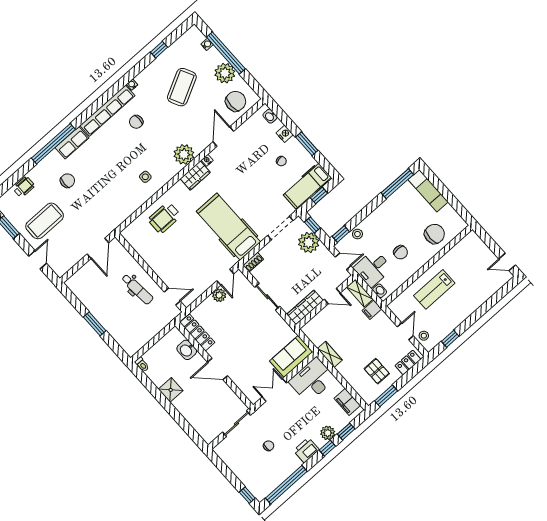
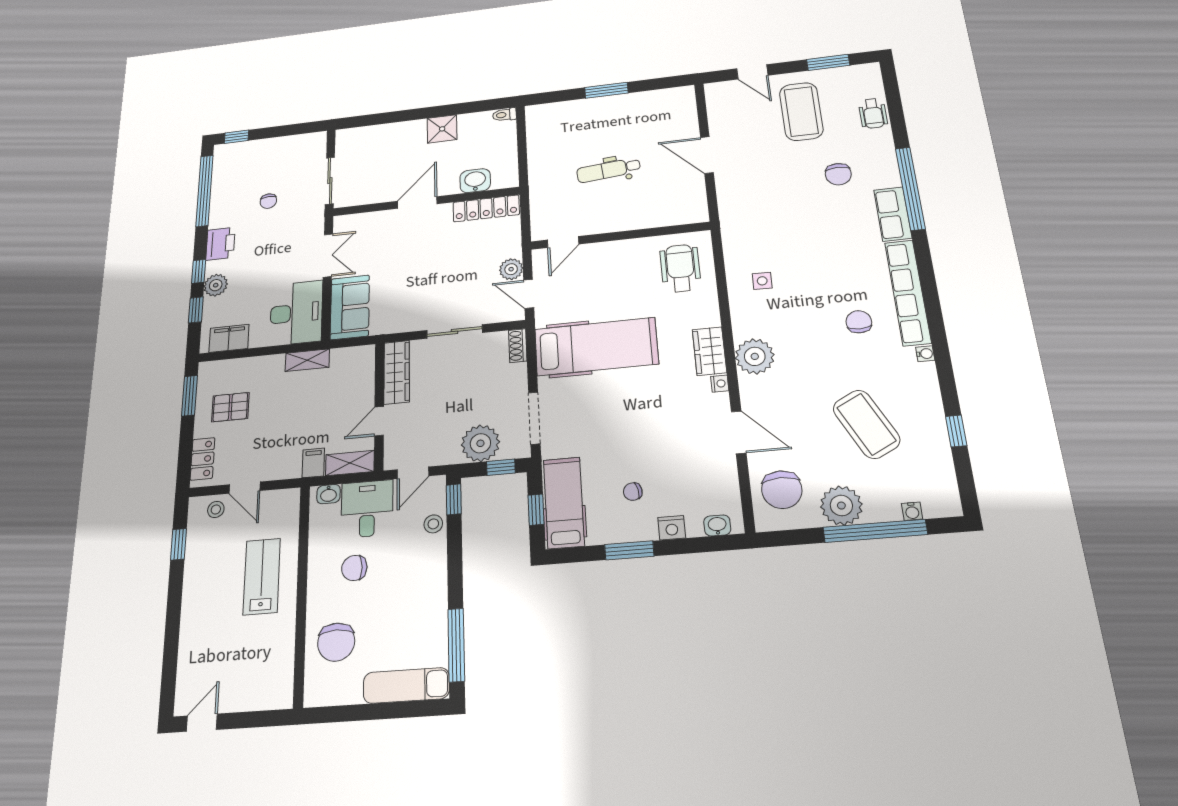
wall: (151, 272) -> (620, 236), moved
door: (172, 296) -> (563, 242), moved

